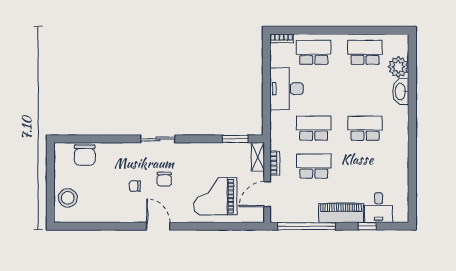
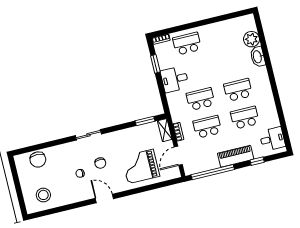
school desk: (365, 52) -> (245, 118), moved
window: (266, 68) -> (155, 64), added
desk: (287, 89) -> (175, 79), width x0.73
stool: (68, 198) -> (43, 195), moved
desk: (379, 208) -> (272, 139), moved, turned -90

